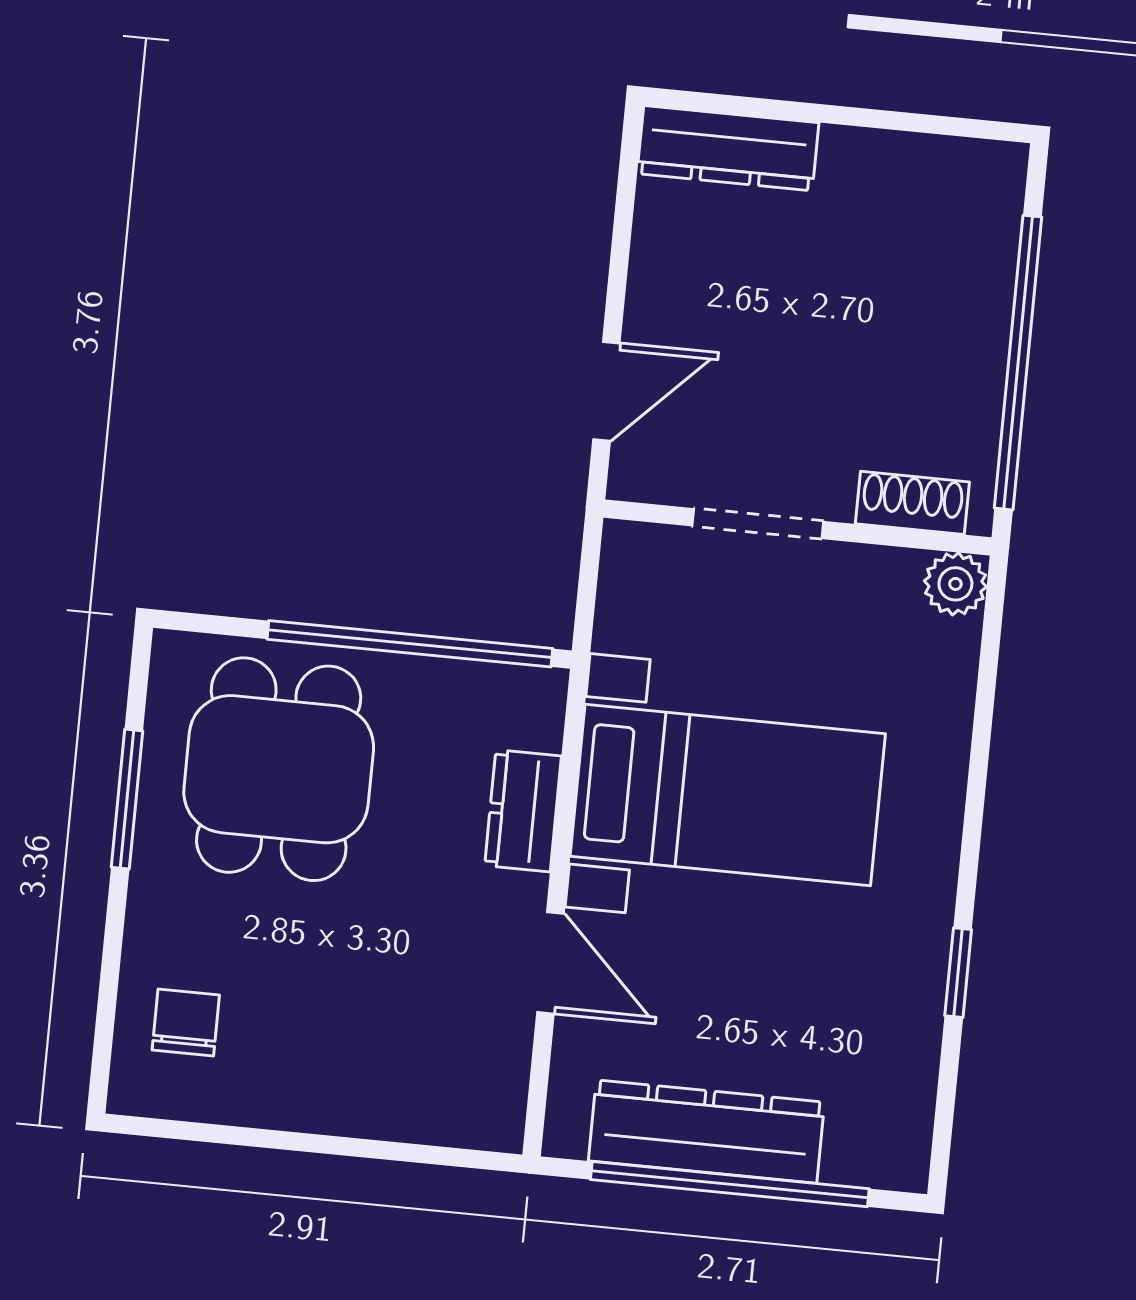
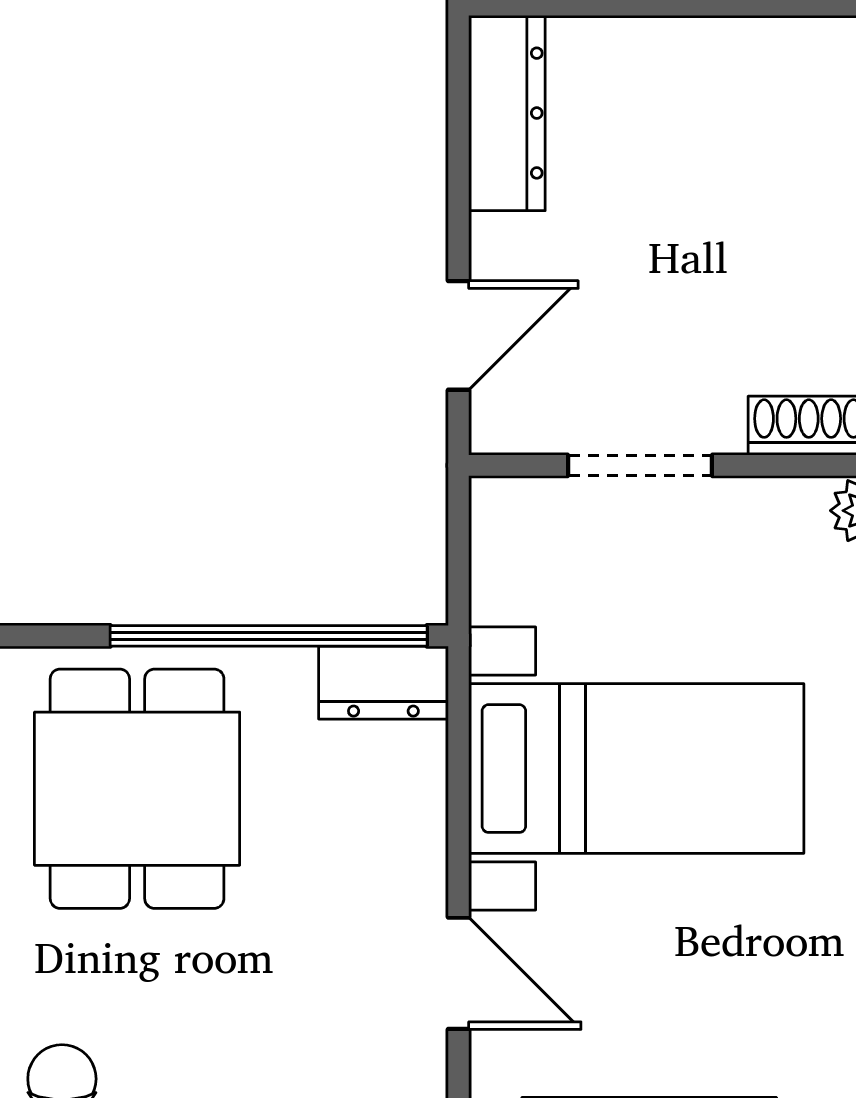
dresser: (728, 148) -> (507, 113), moved, turned -90
dresser: (523, 811) -> (383, 683), moved, turned -90

